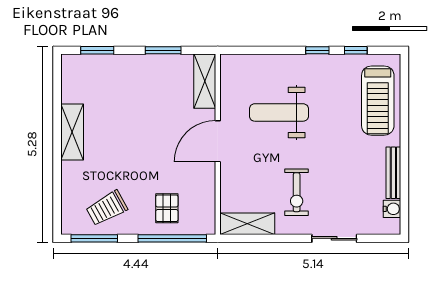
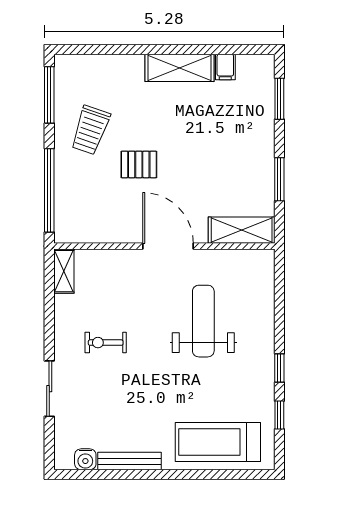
filing cabinet: (71, 94) -> (225, 67), added
exercise bike: (297, 192) -> (106, 343), width x0.73, depth x0.72
trolley: (107, 208) -> (90, 130), moved, turned -132
pallet: (167, 208) -> (139, 164), moved
shelving: (247, 224) -> (64, 271), width x0.67, depth x0.75

